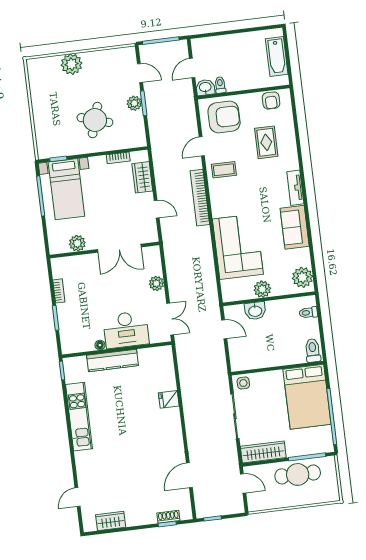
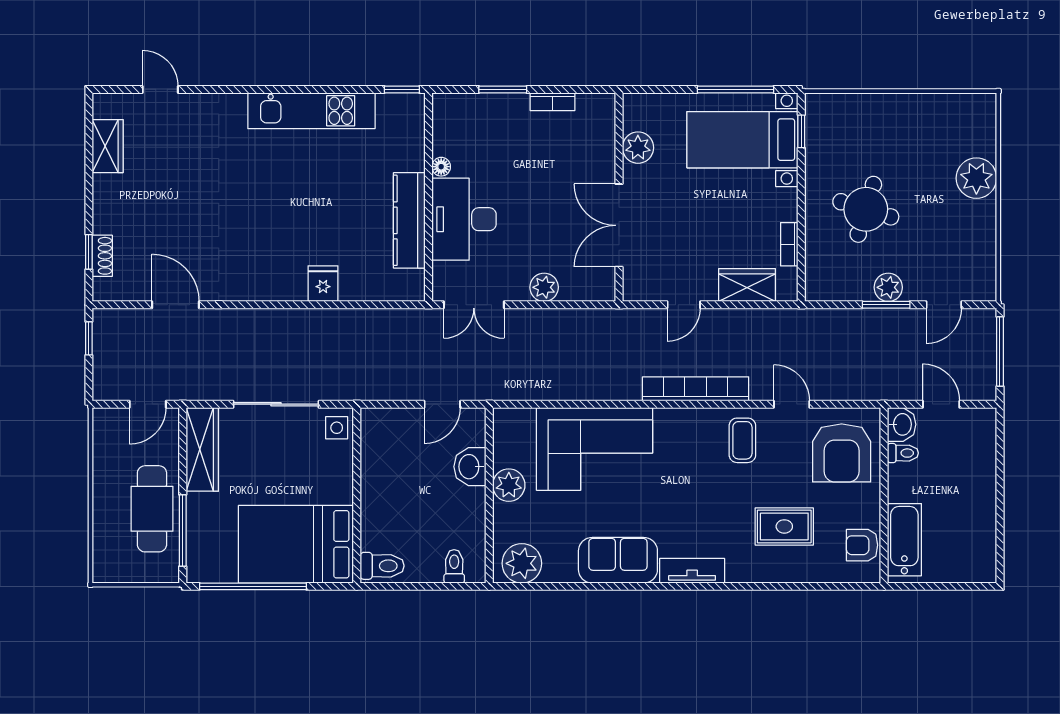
bathtub: (277, 56) -> (904, 540), moved, turned 90
kitchen counter: (113, 360) -> (409, 220), moved

